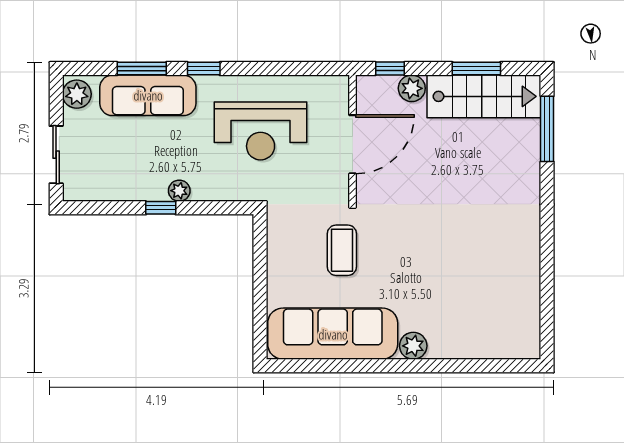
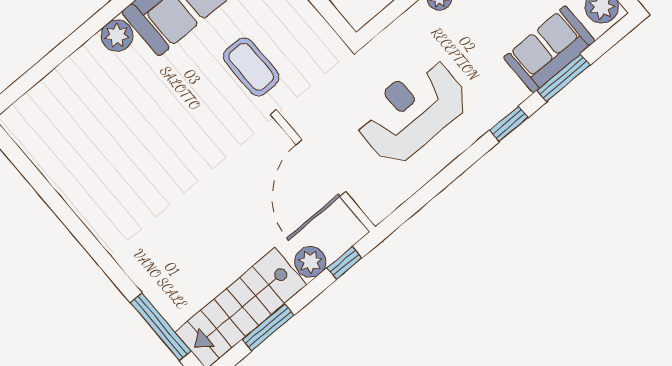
sofa: (148, 95) -> (549, 49), width x0.73

